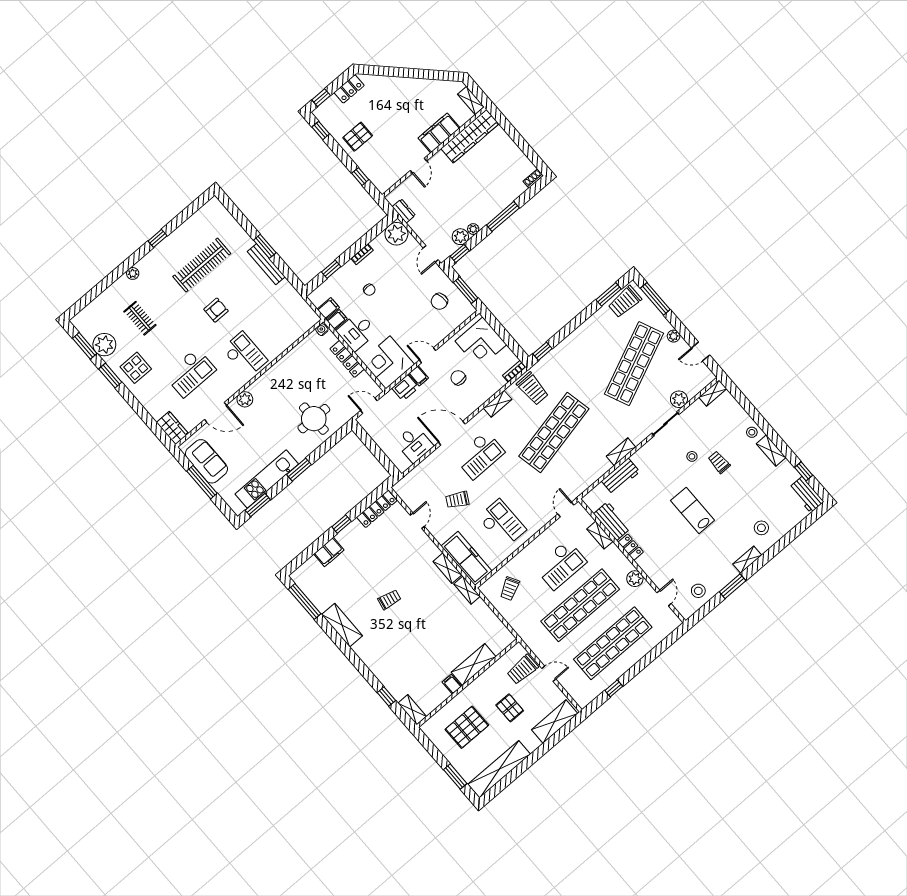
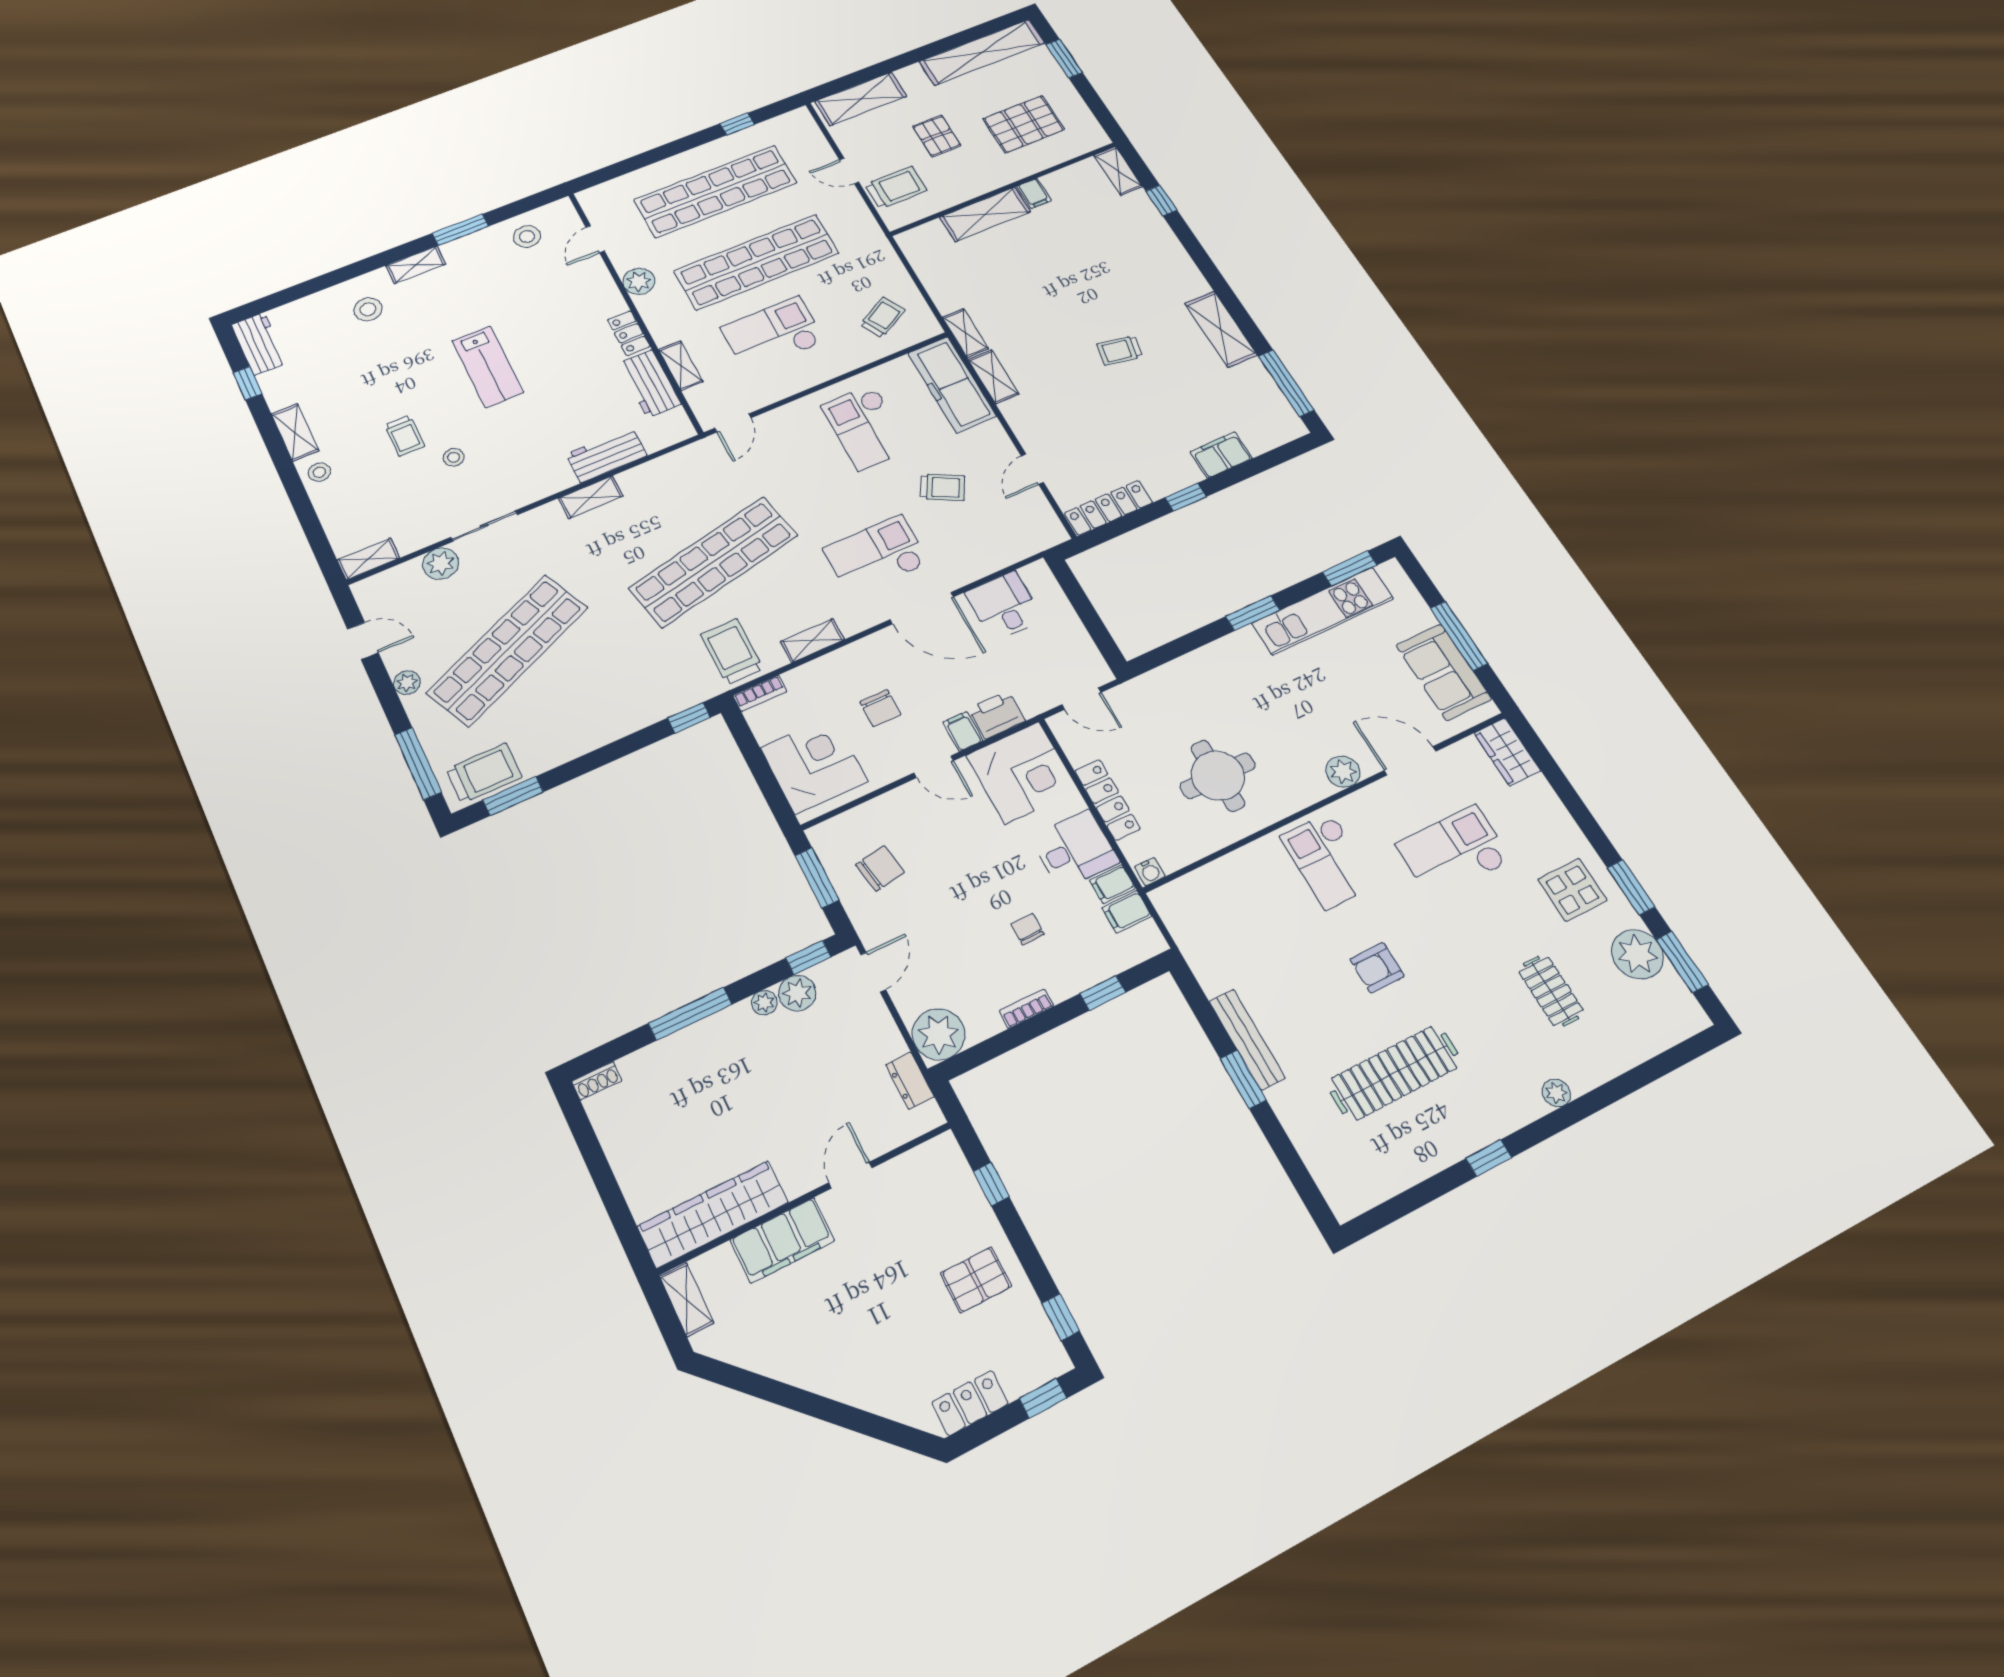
round table: (314, 419) -> (1218, 776), moved

